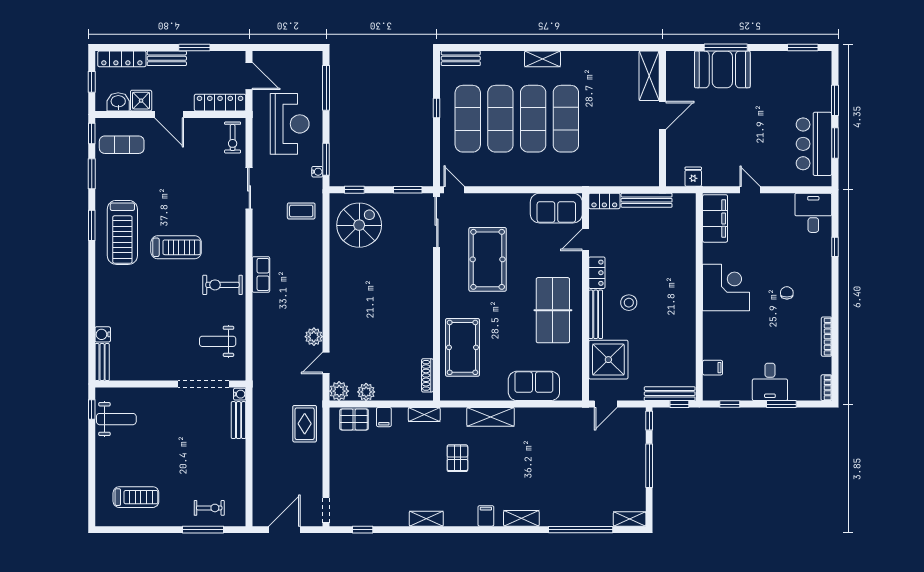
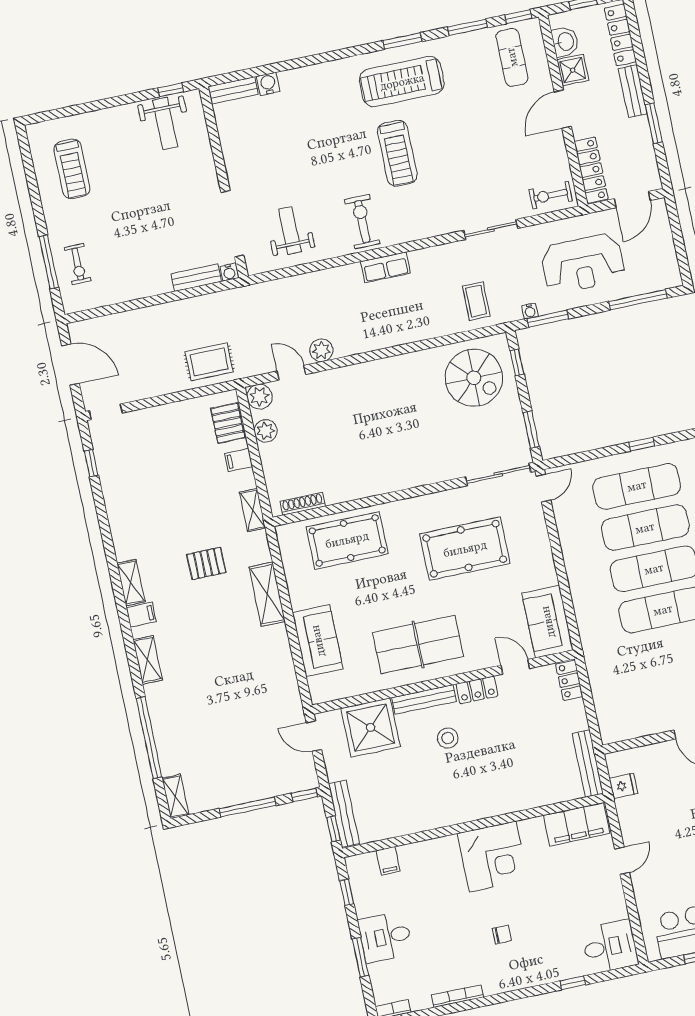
bench: (647, 200) -> (588, 763), moved
shelving: (426, 519) -> (131, 583), moved

